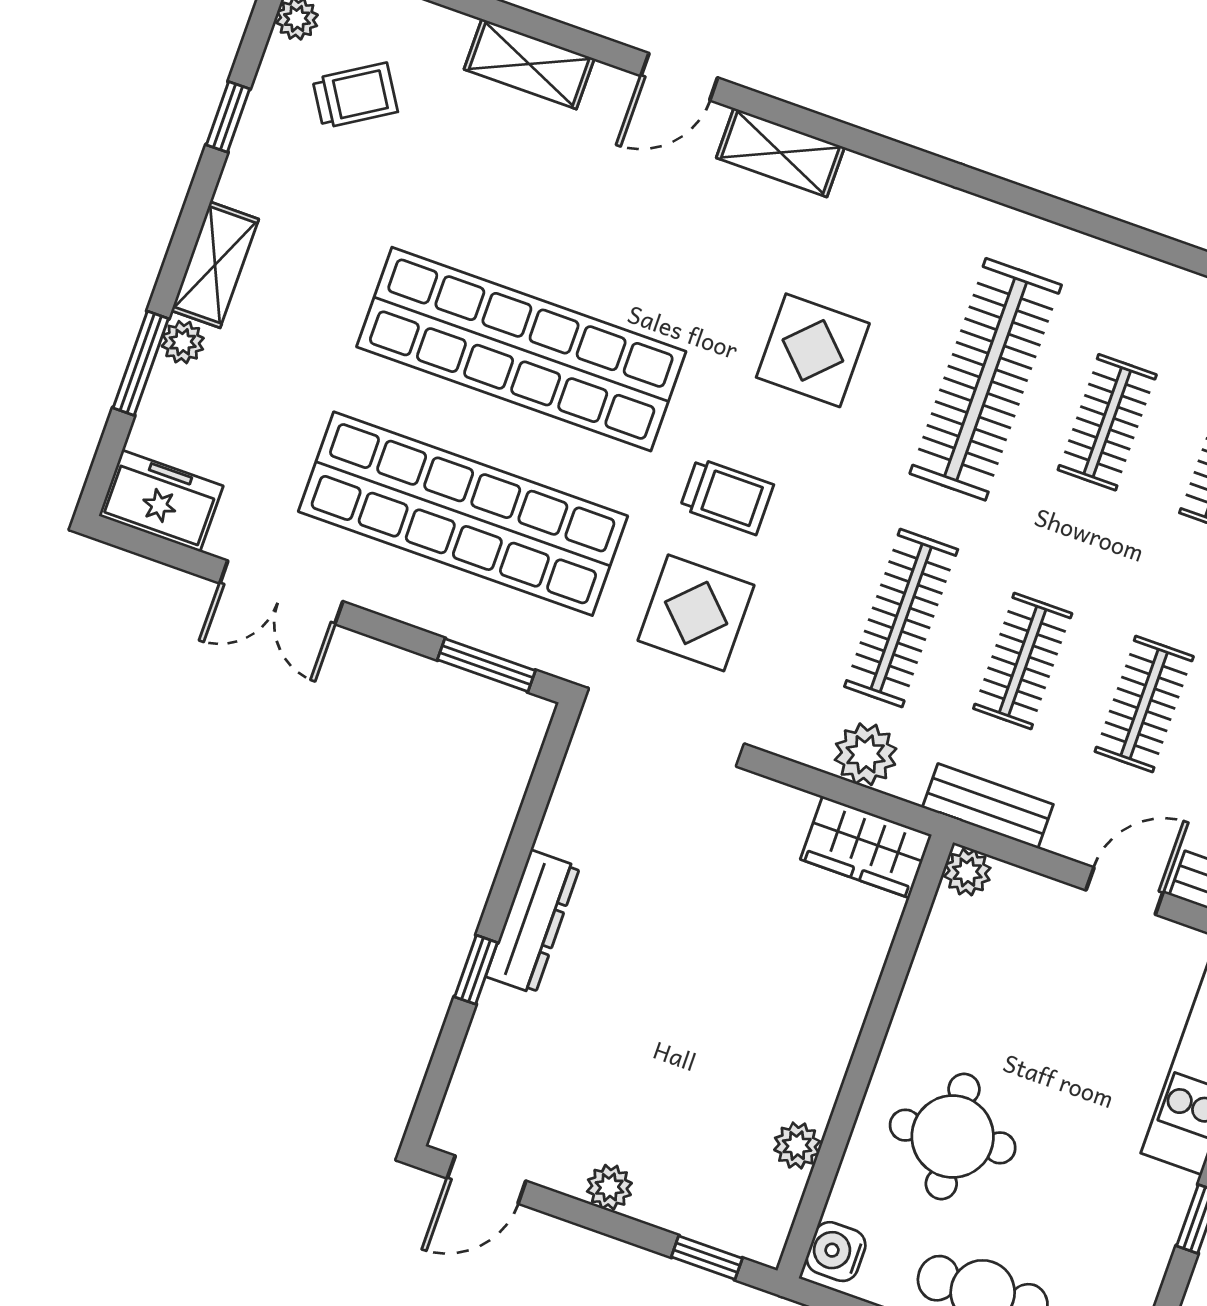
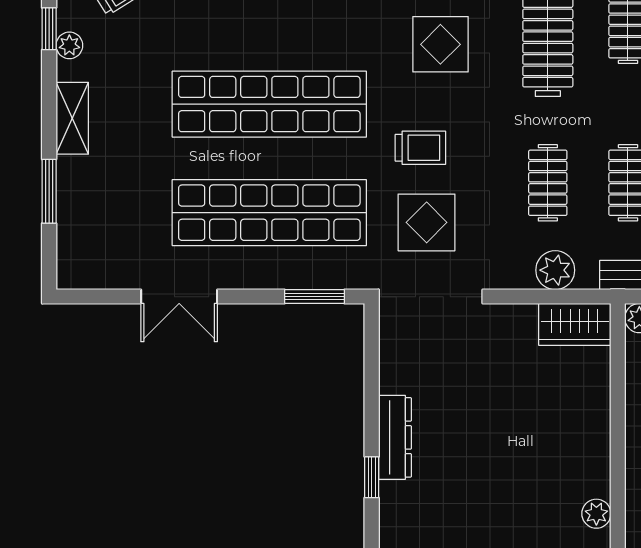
plant: (183, 342) -> (69, 45), moved
freezer: (161, 501) -> (90, 268), removed
clothes rail: (901, 618) -> (548, 183), width x0.73

